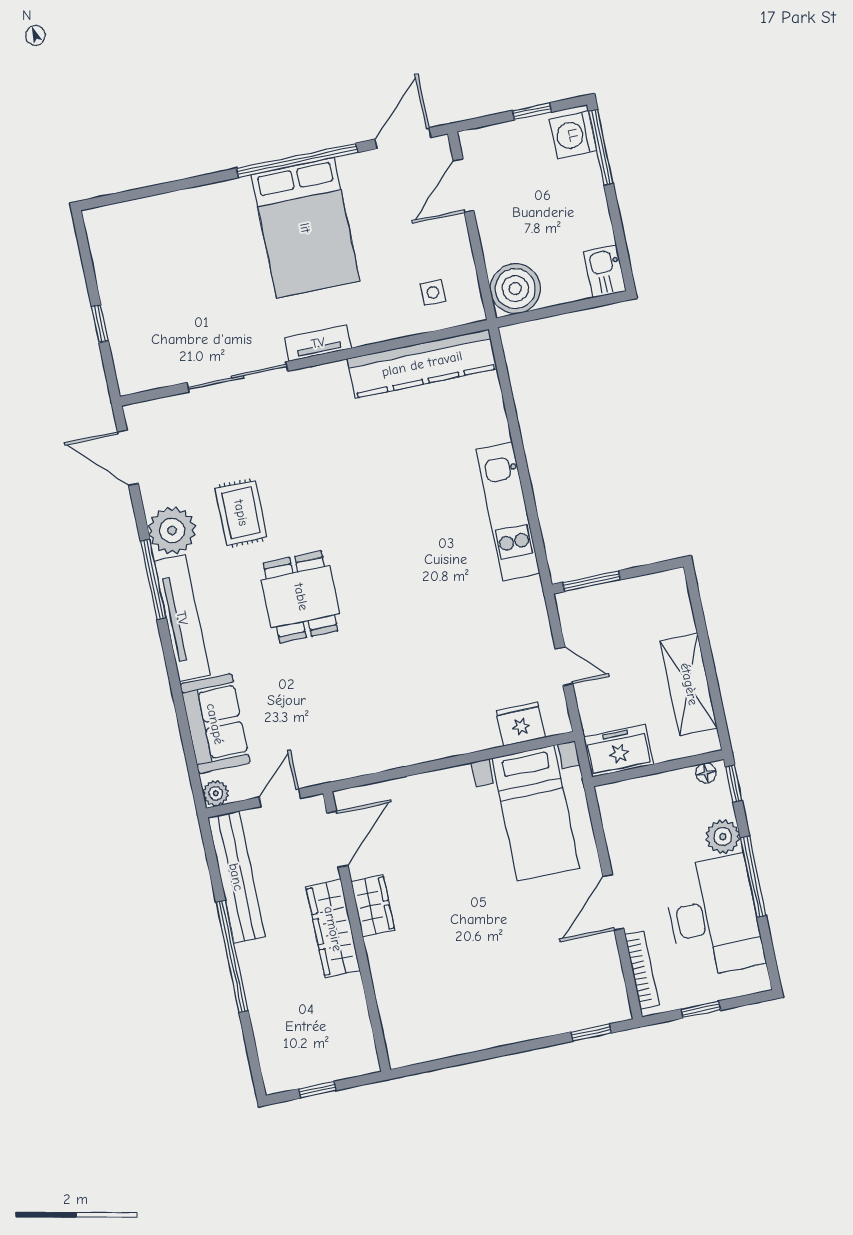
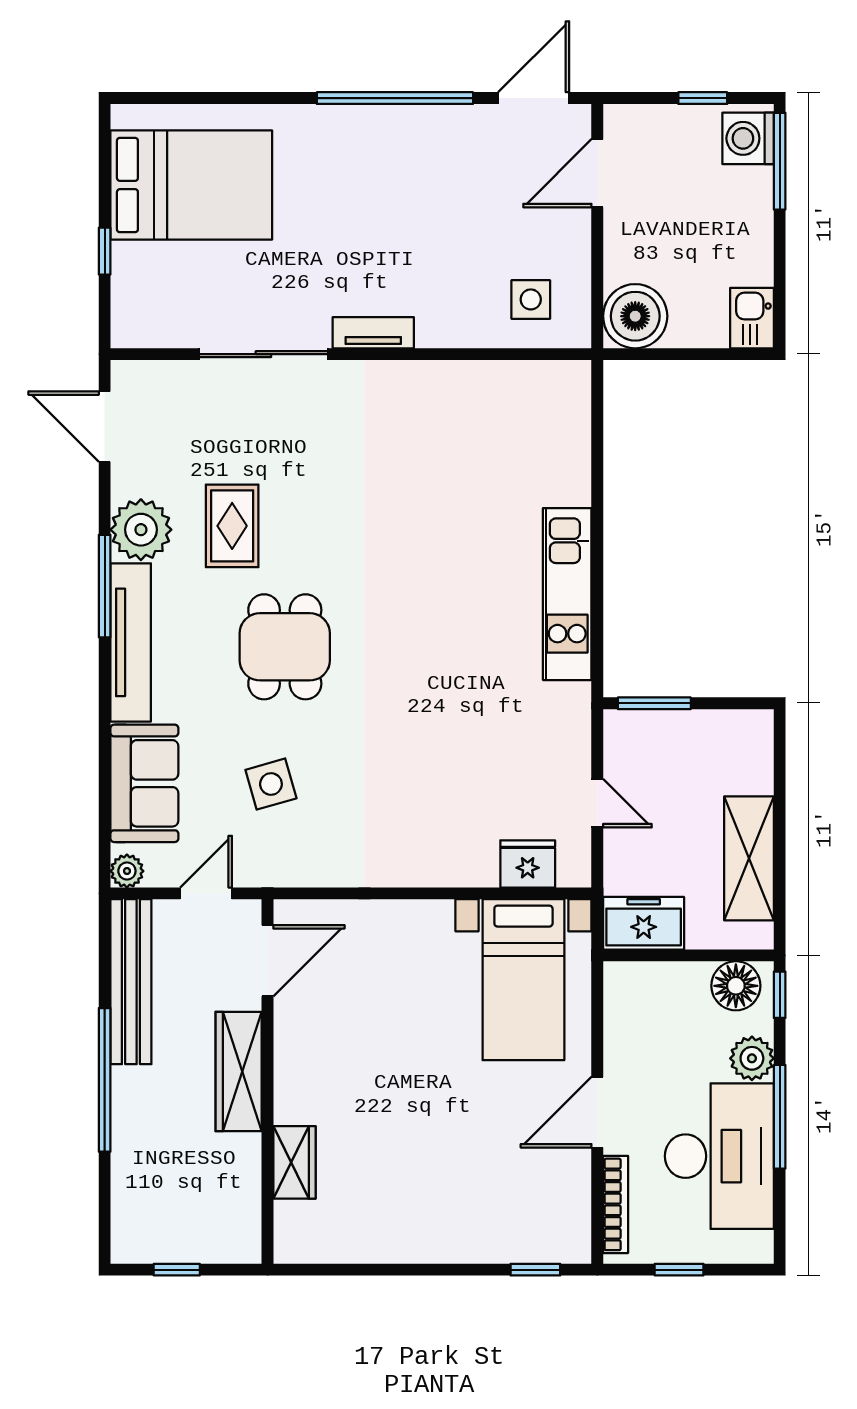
bed: (305, 228) -> (191, 185), moved, turned -90
side table: (433, 292) -> (531, 299), width x1.37, depth x1.37
kitchen counter: (422, 364) -> (499, 386), removed
side table: (312, 704) -> (271, 784), added
floor lamp: (706, 773) -> (736, 986), width x1.89, depth x1.89
wardrobe: (373, 906) -> (294, 1162), moved

